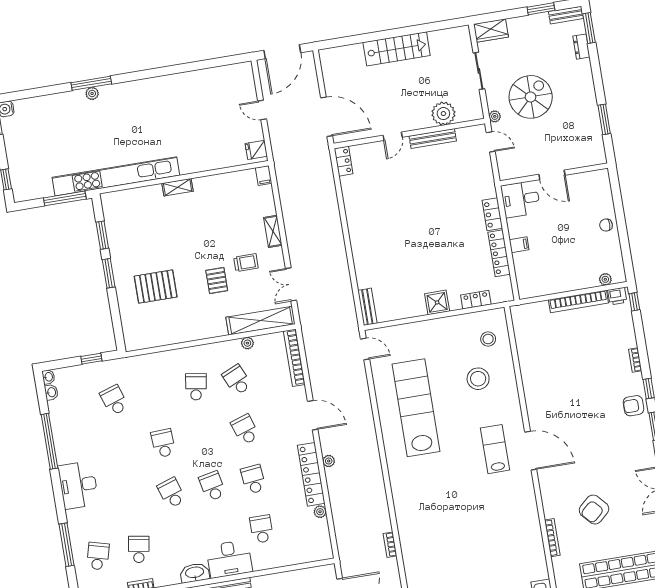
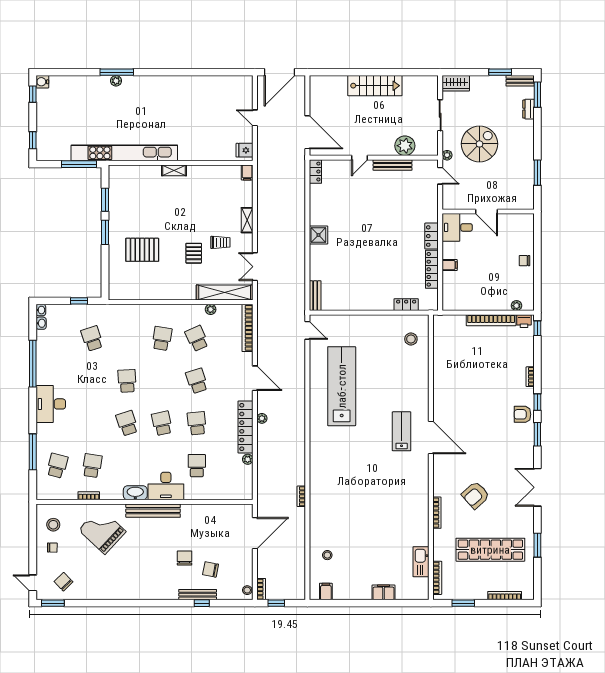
shower: (437, 302) -> (318, 235), moved
stool: (478, 379) -> (397, 371), removed

